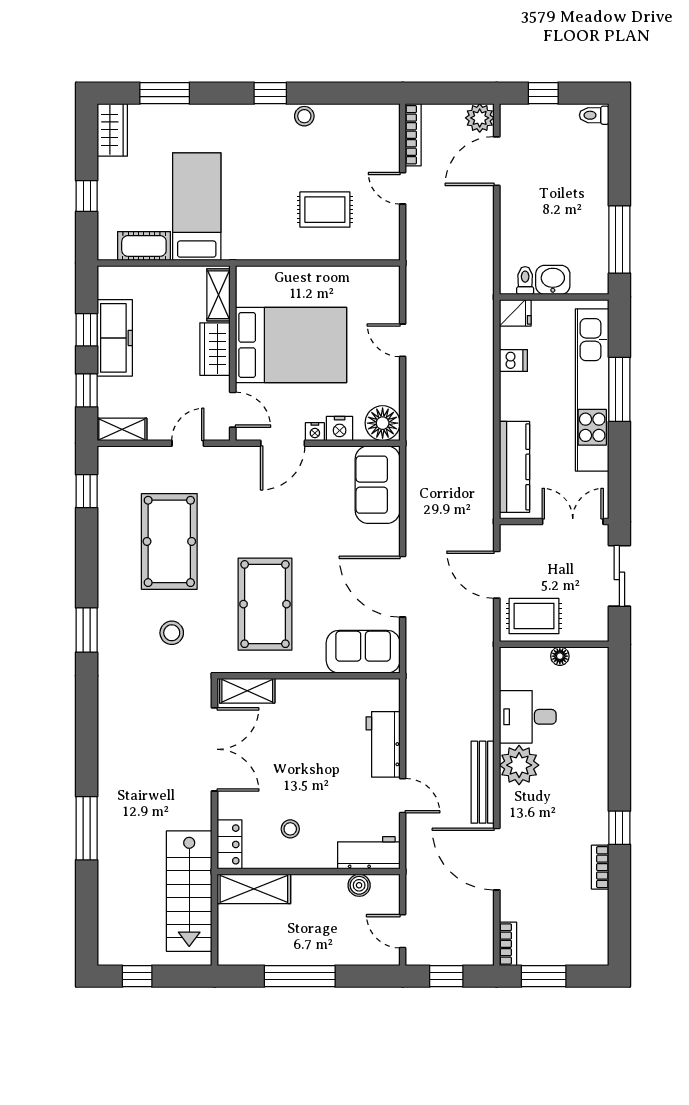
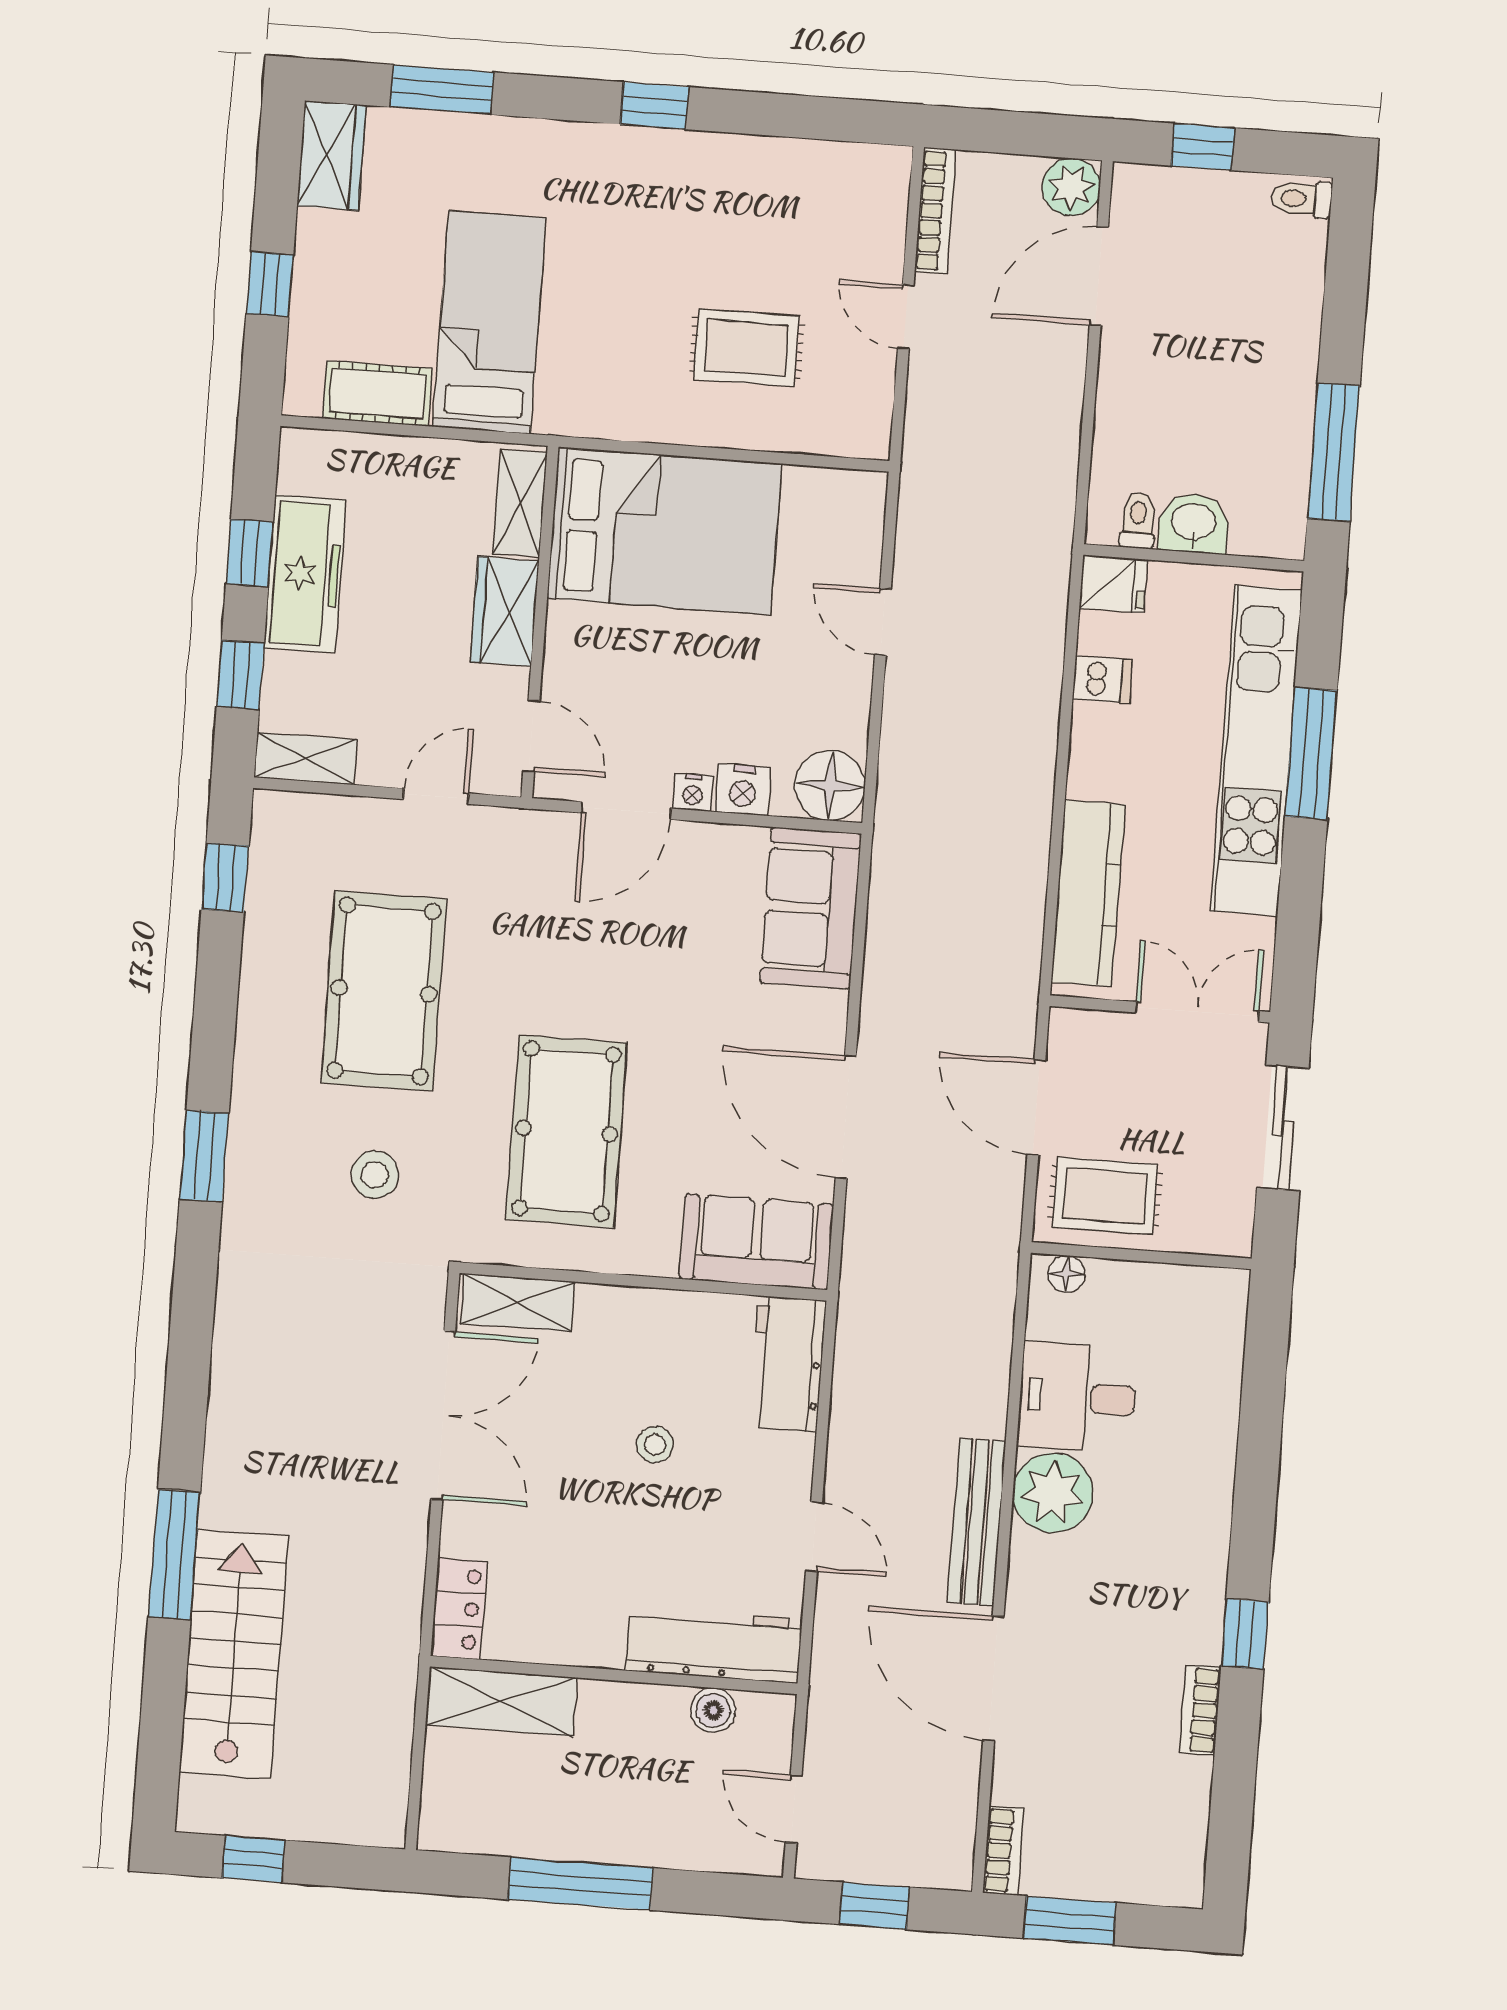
stool: (304, 116) -> (719, 157), removed
bed: (291, 345) -> (664, 531), moved
floor lamp: (560, 656) -> (1066, 1274), moved
workbench: (383, 744) -> (788, 1364), moved
stool: (290, 829) -> (655, 1445), moved
workbench: (369, 853) -> (714, 1645), width x1.38
stairs: (189, 891) -> (234, 1654), moved, turned 180

